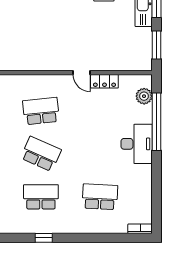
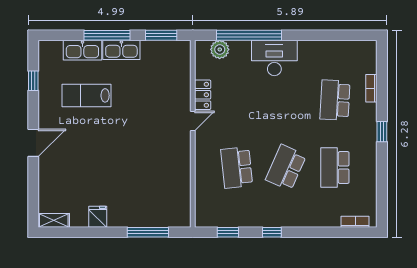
bookcase: (140, 229) -> (371, 88), moved
window: (44, 238) -> (382, 132), moved

